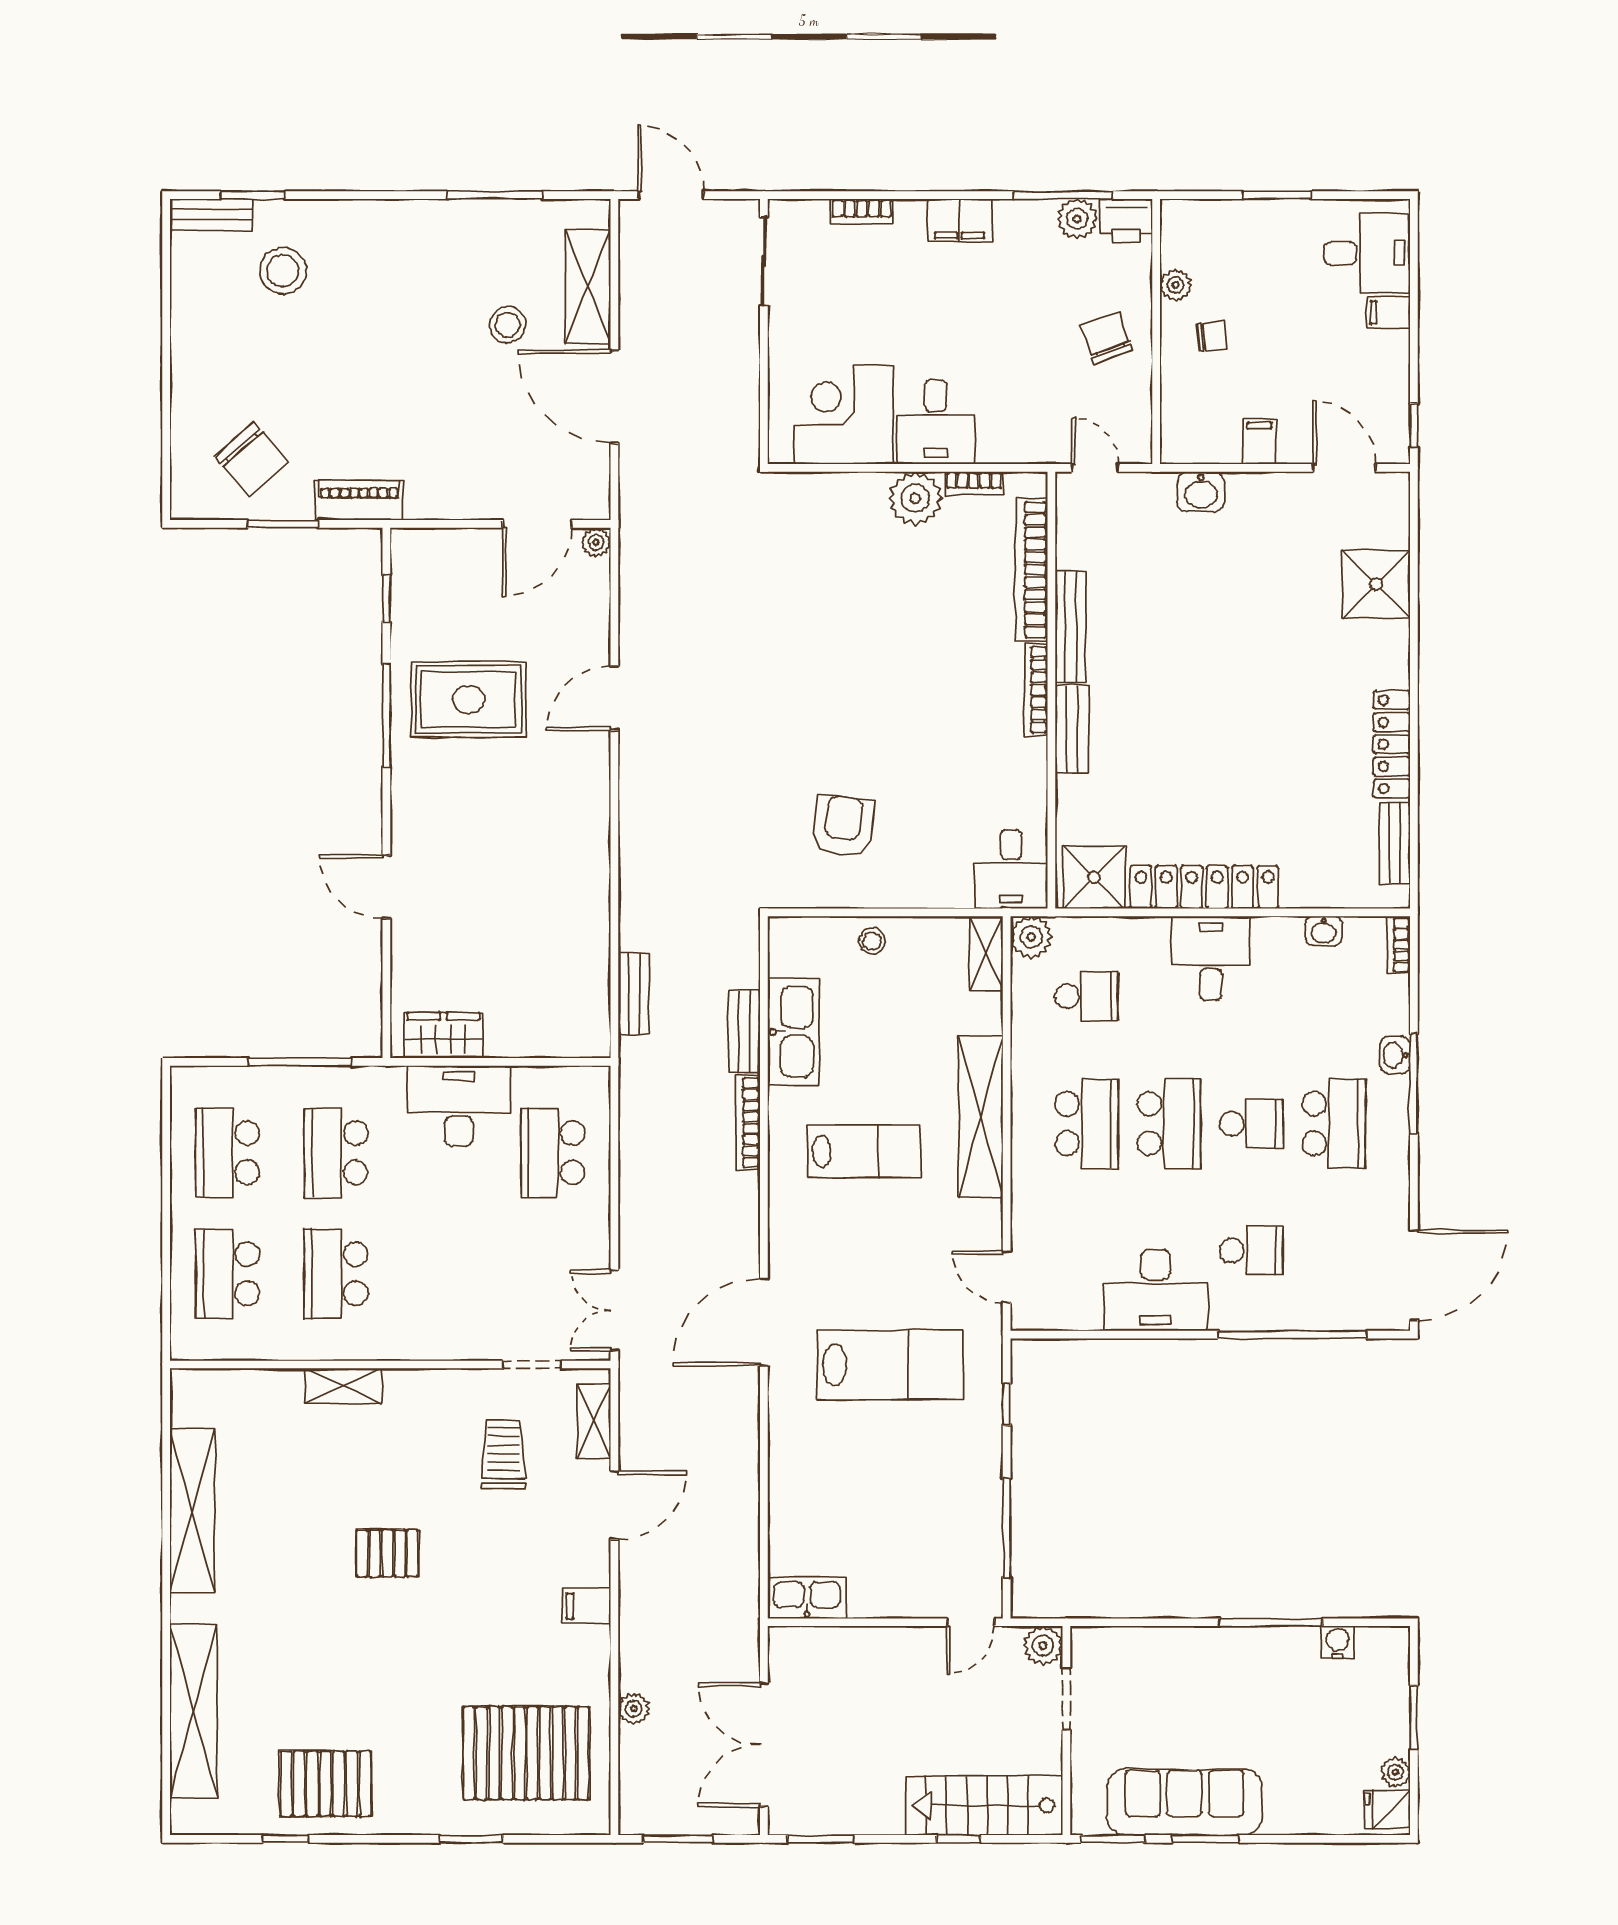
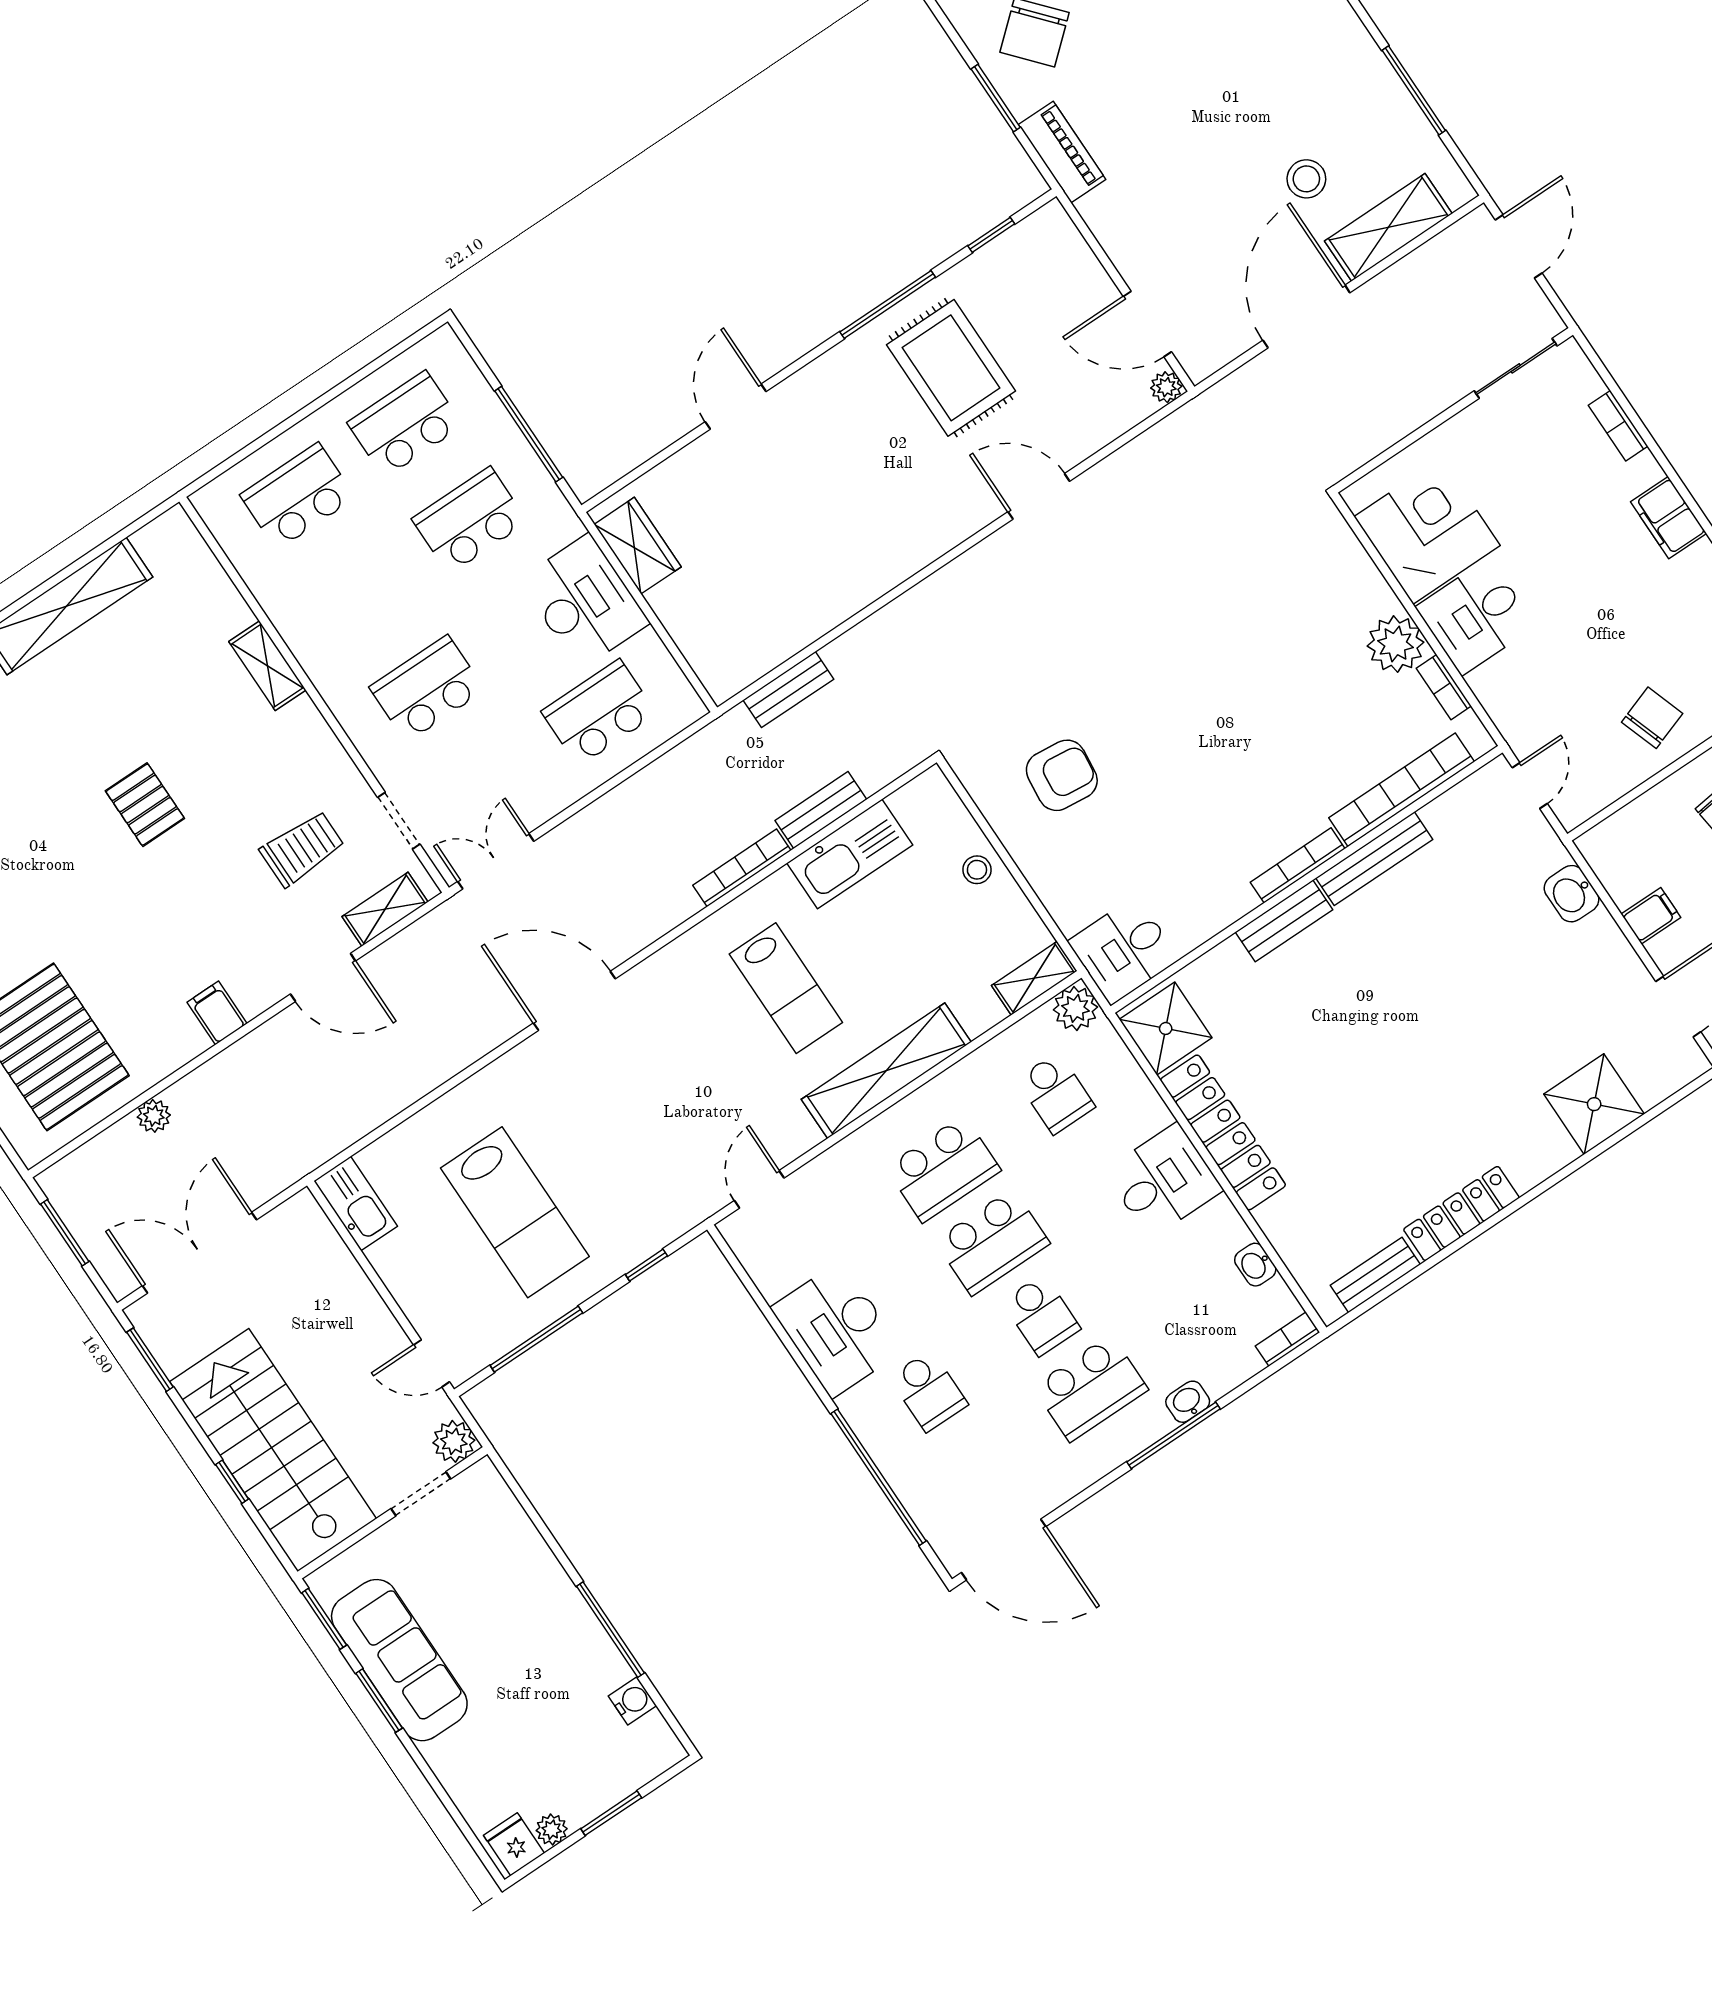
school desk: (336, 1274) -> (427, 689), moved
lab bench: (890, 1365) -> (515, 1212), moved
stairs: (984, 1806) -> (273, 1450), width x1.36, depth x1.51

